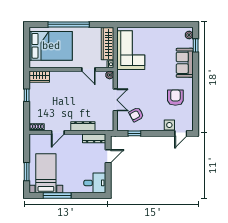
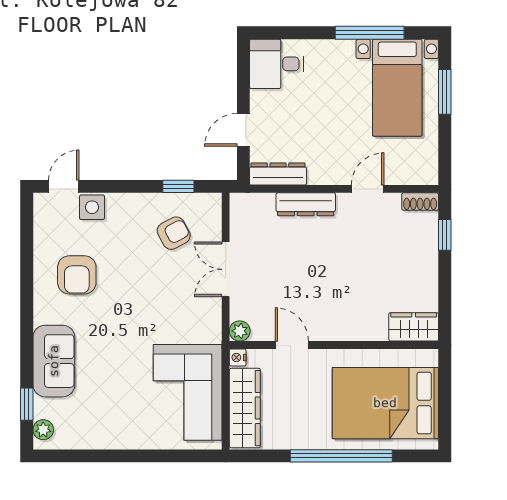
window: (27, 95) -> (445, 235), moved

